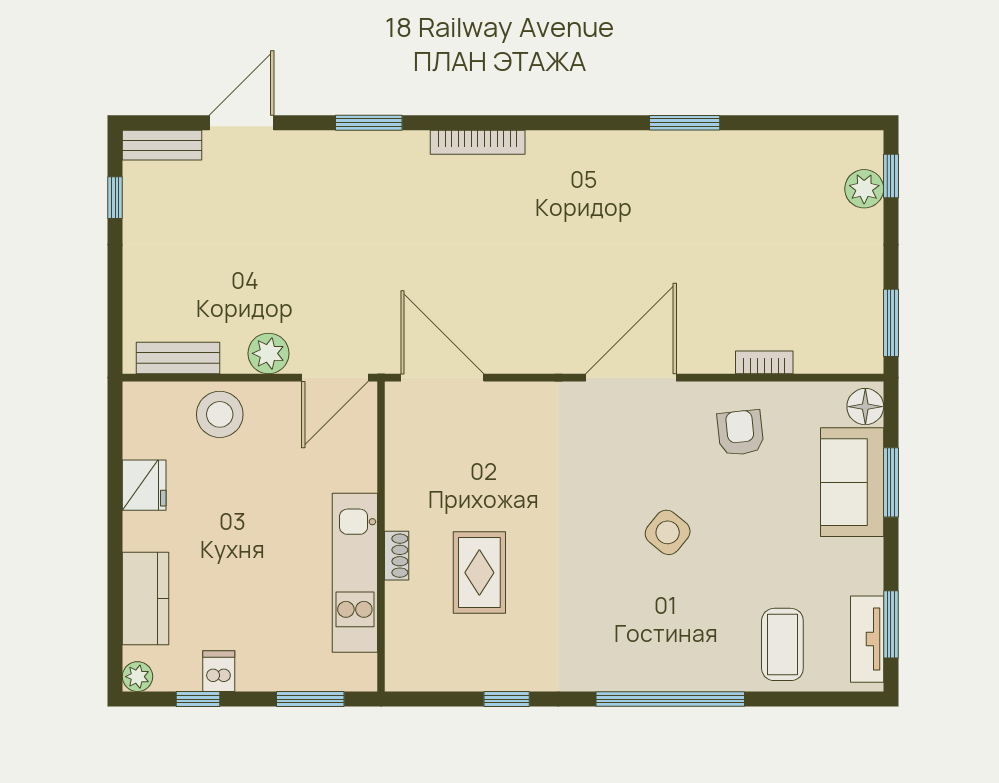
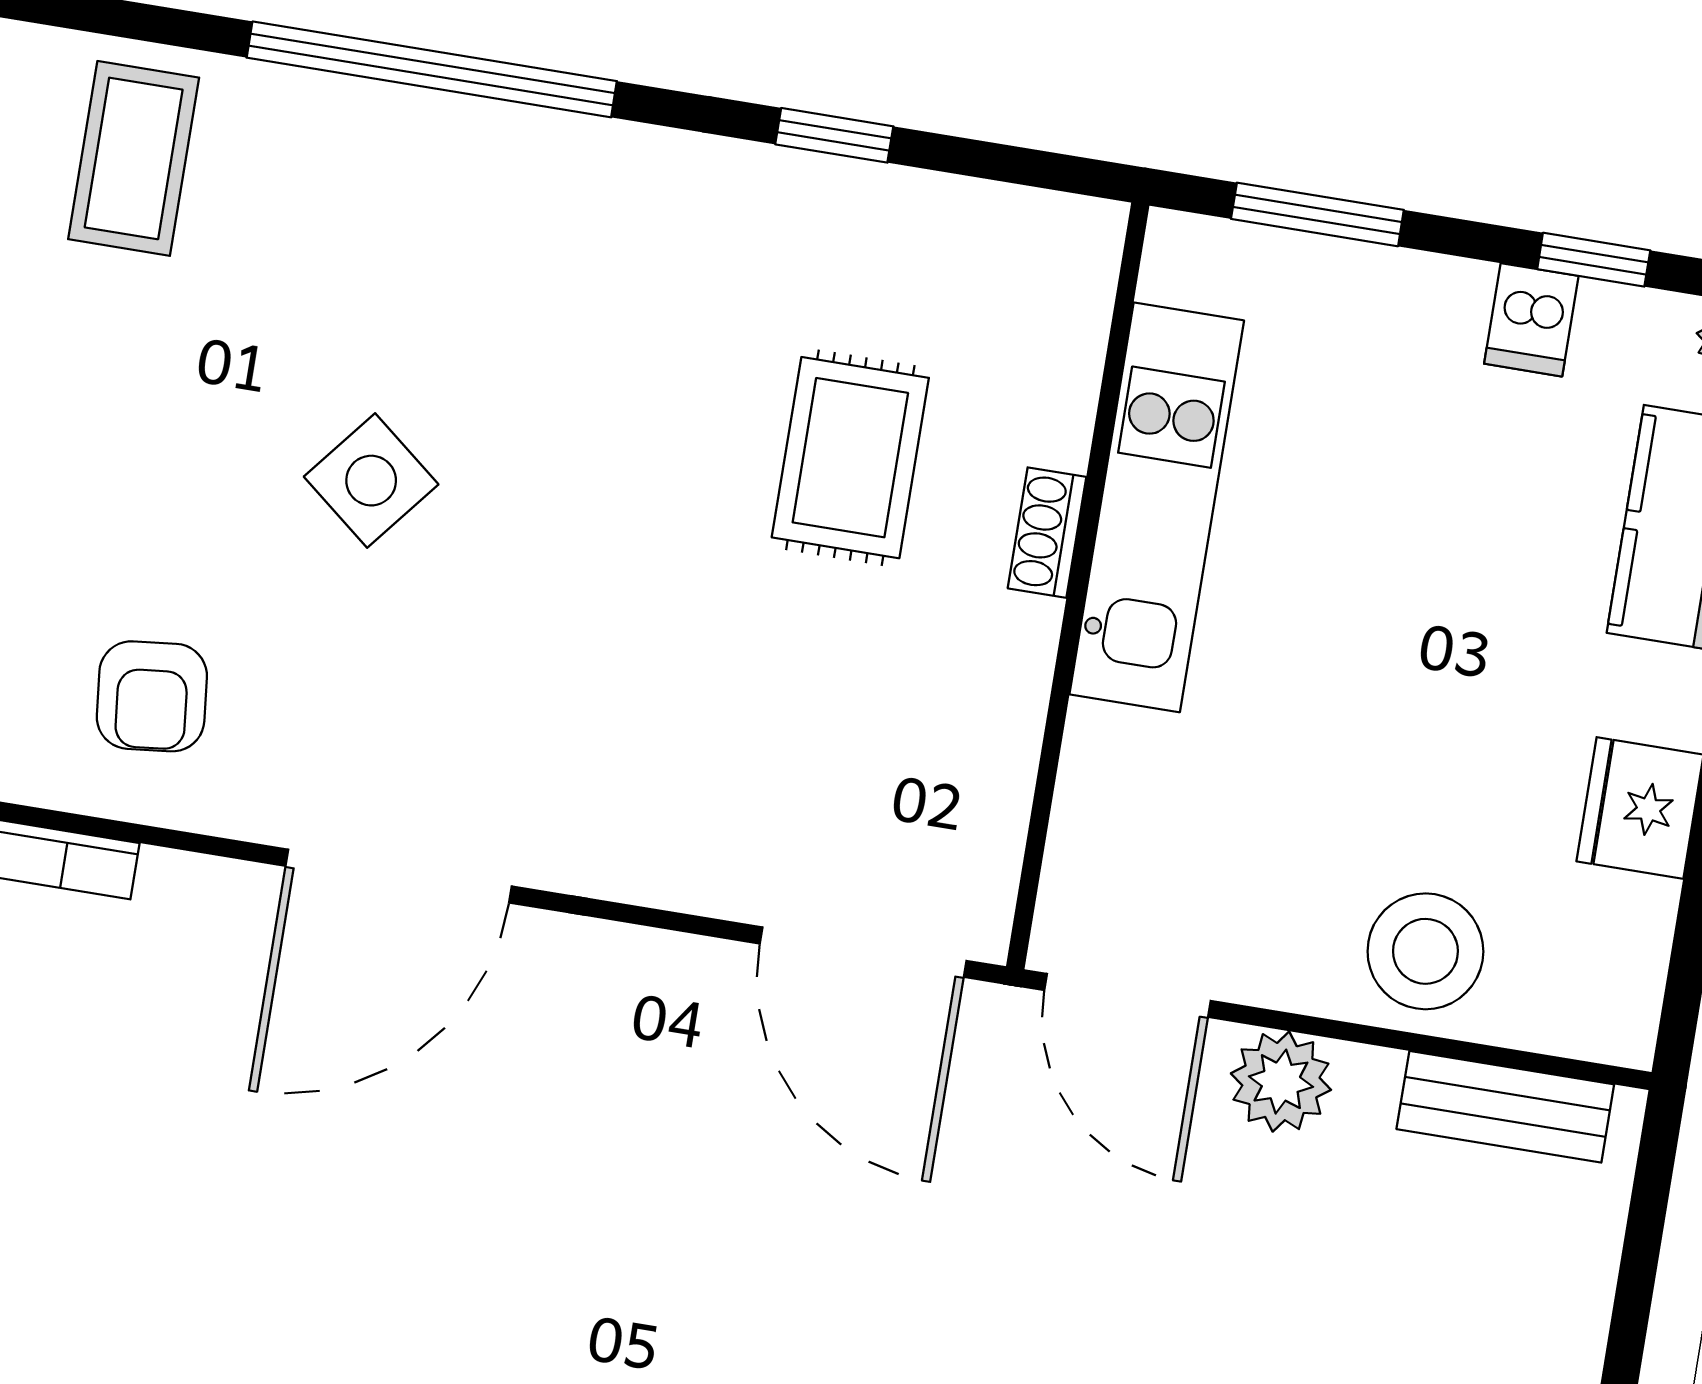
door: (335, 378) -> (1128, 995), swing flipped

